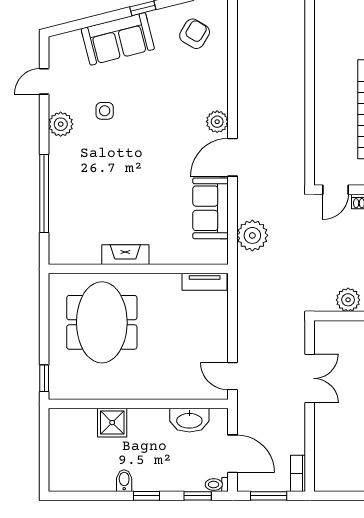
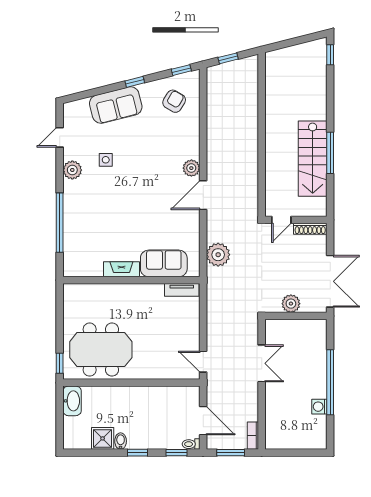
sofa: (211, 208) -> (164, 263), moved, turned 90
meeting table: (102, 322) -> (101, 350), moved, turned 90
washbasin: (189, 420) -> (72, 401), moved, turned -90
shower: (112, 423) -> (103, 438), moved

